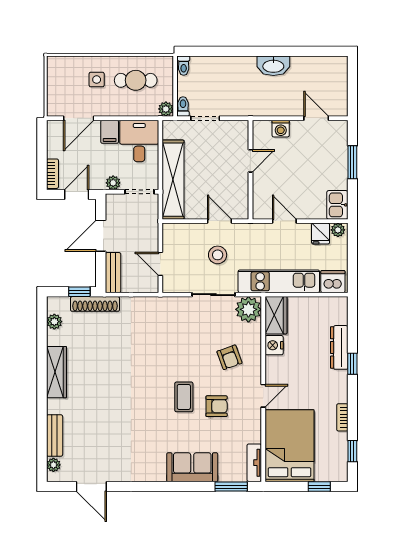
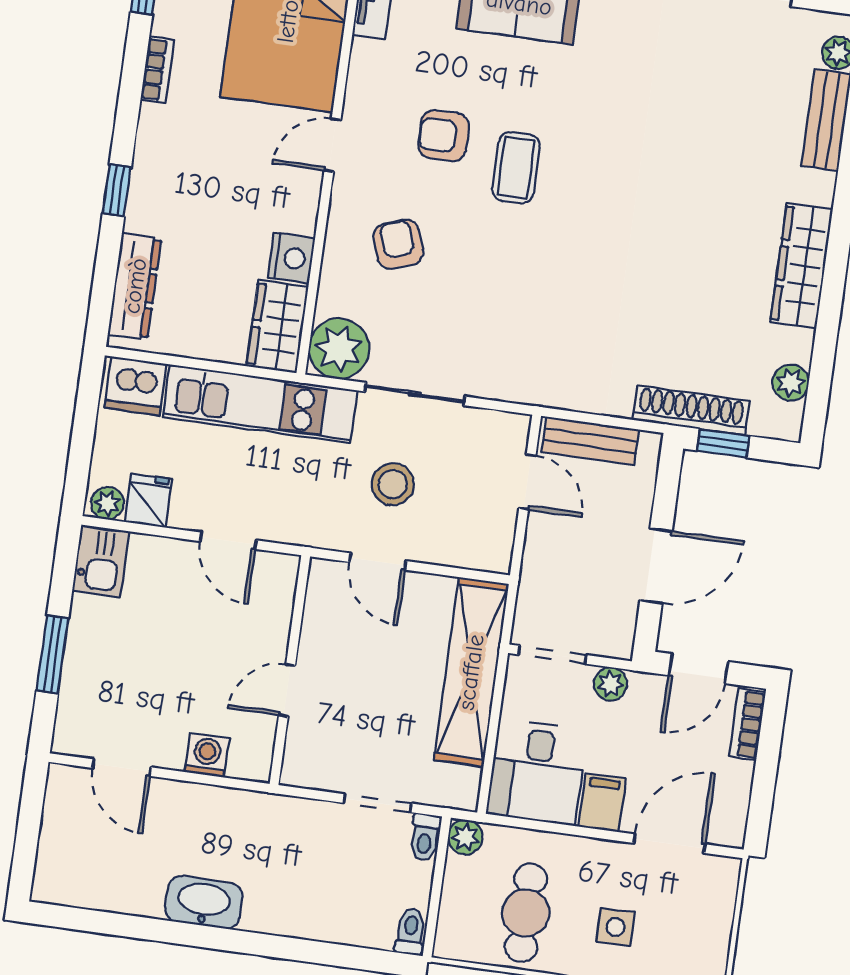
cafe table: (136, 80) -> (526, 913), turned 90
bench: (113, 273) -> (590, 441), moved, turned 90
dresser: (339, 347) -> (135, 286), moved

